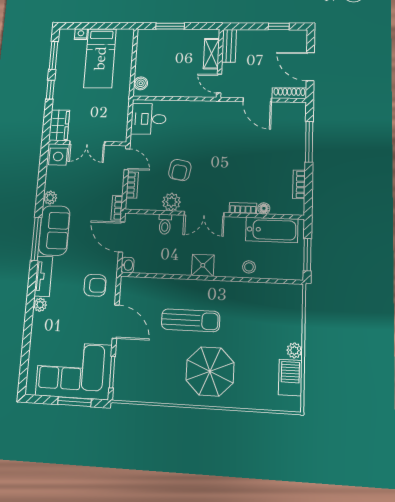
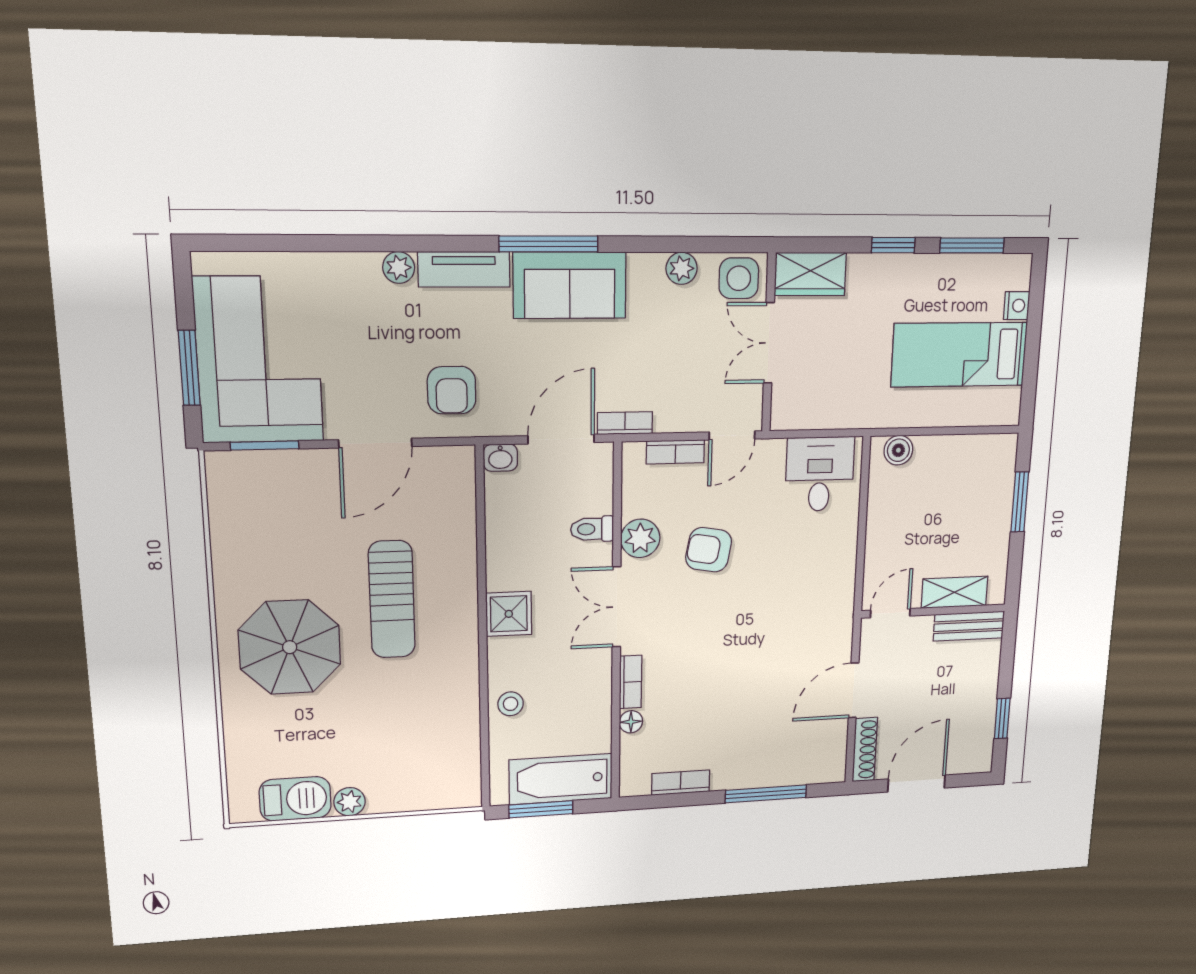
plant: (50, 198) -> (682, 268), moved
bathtub: (272, 230) -> (561, 779), moved, turned 90

